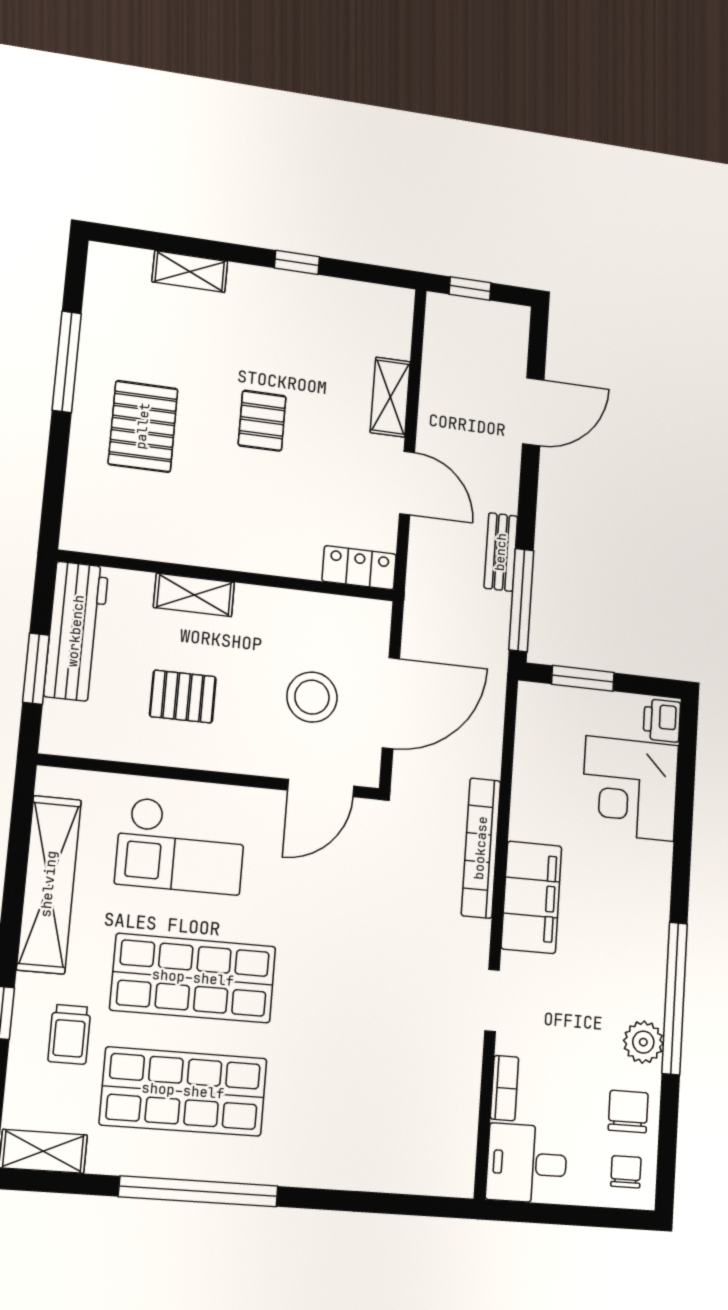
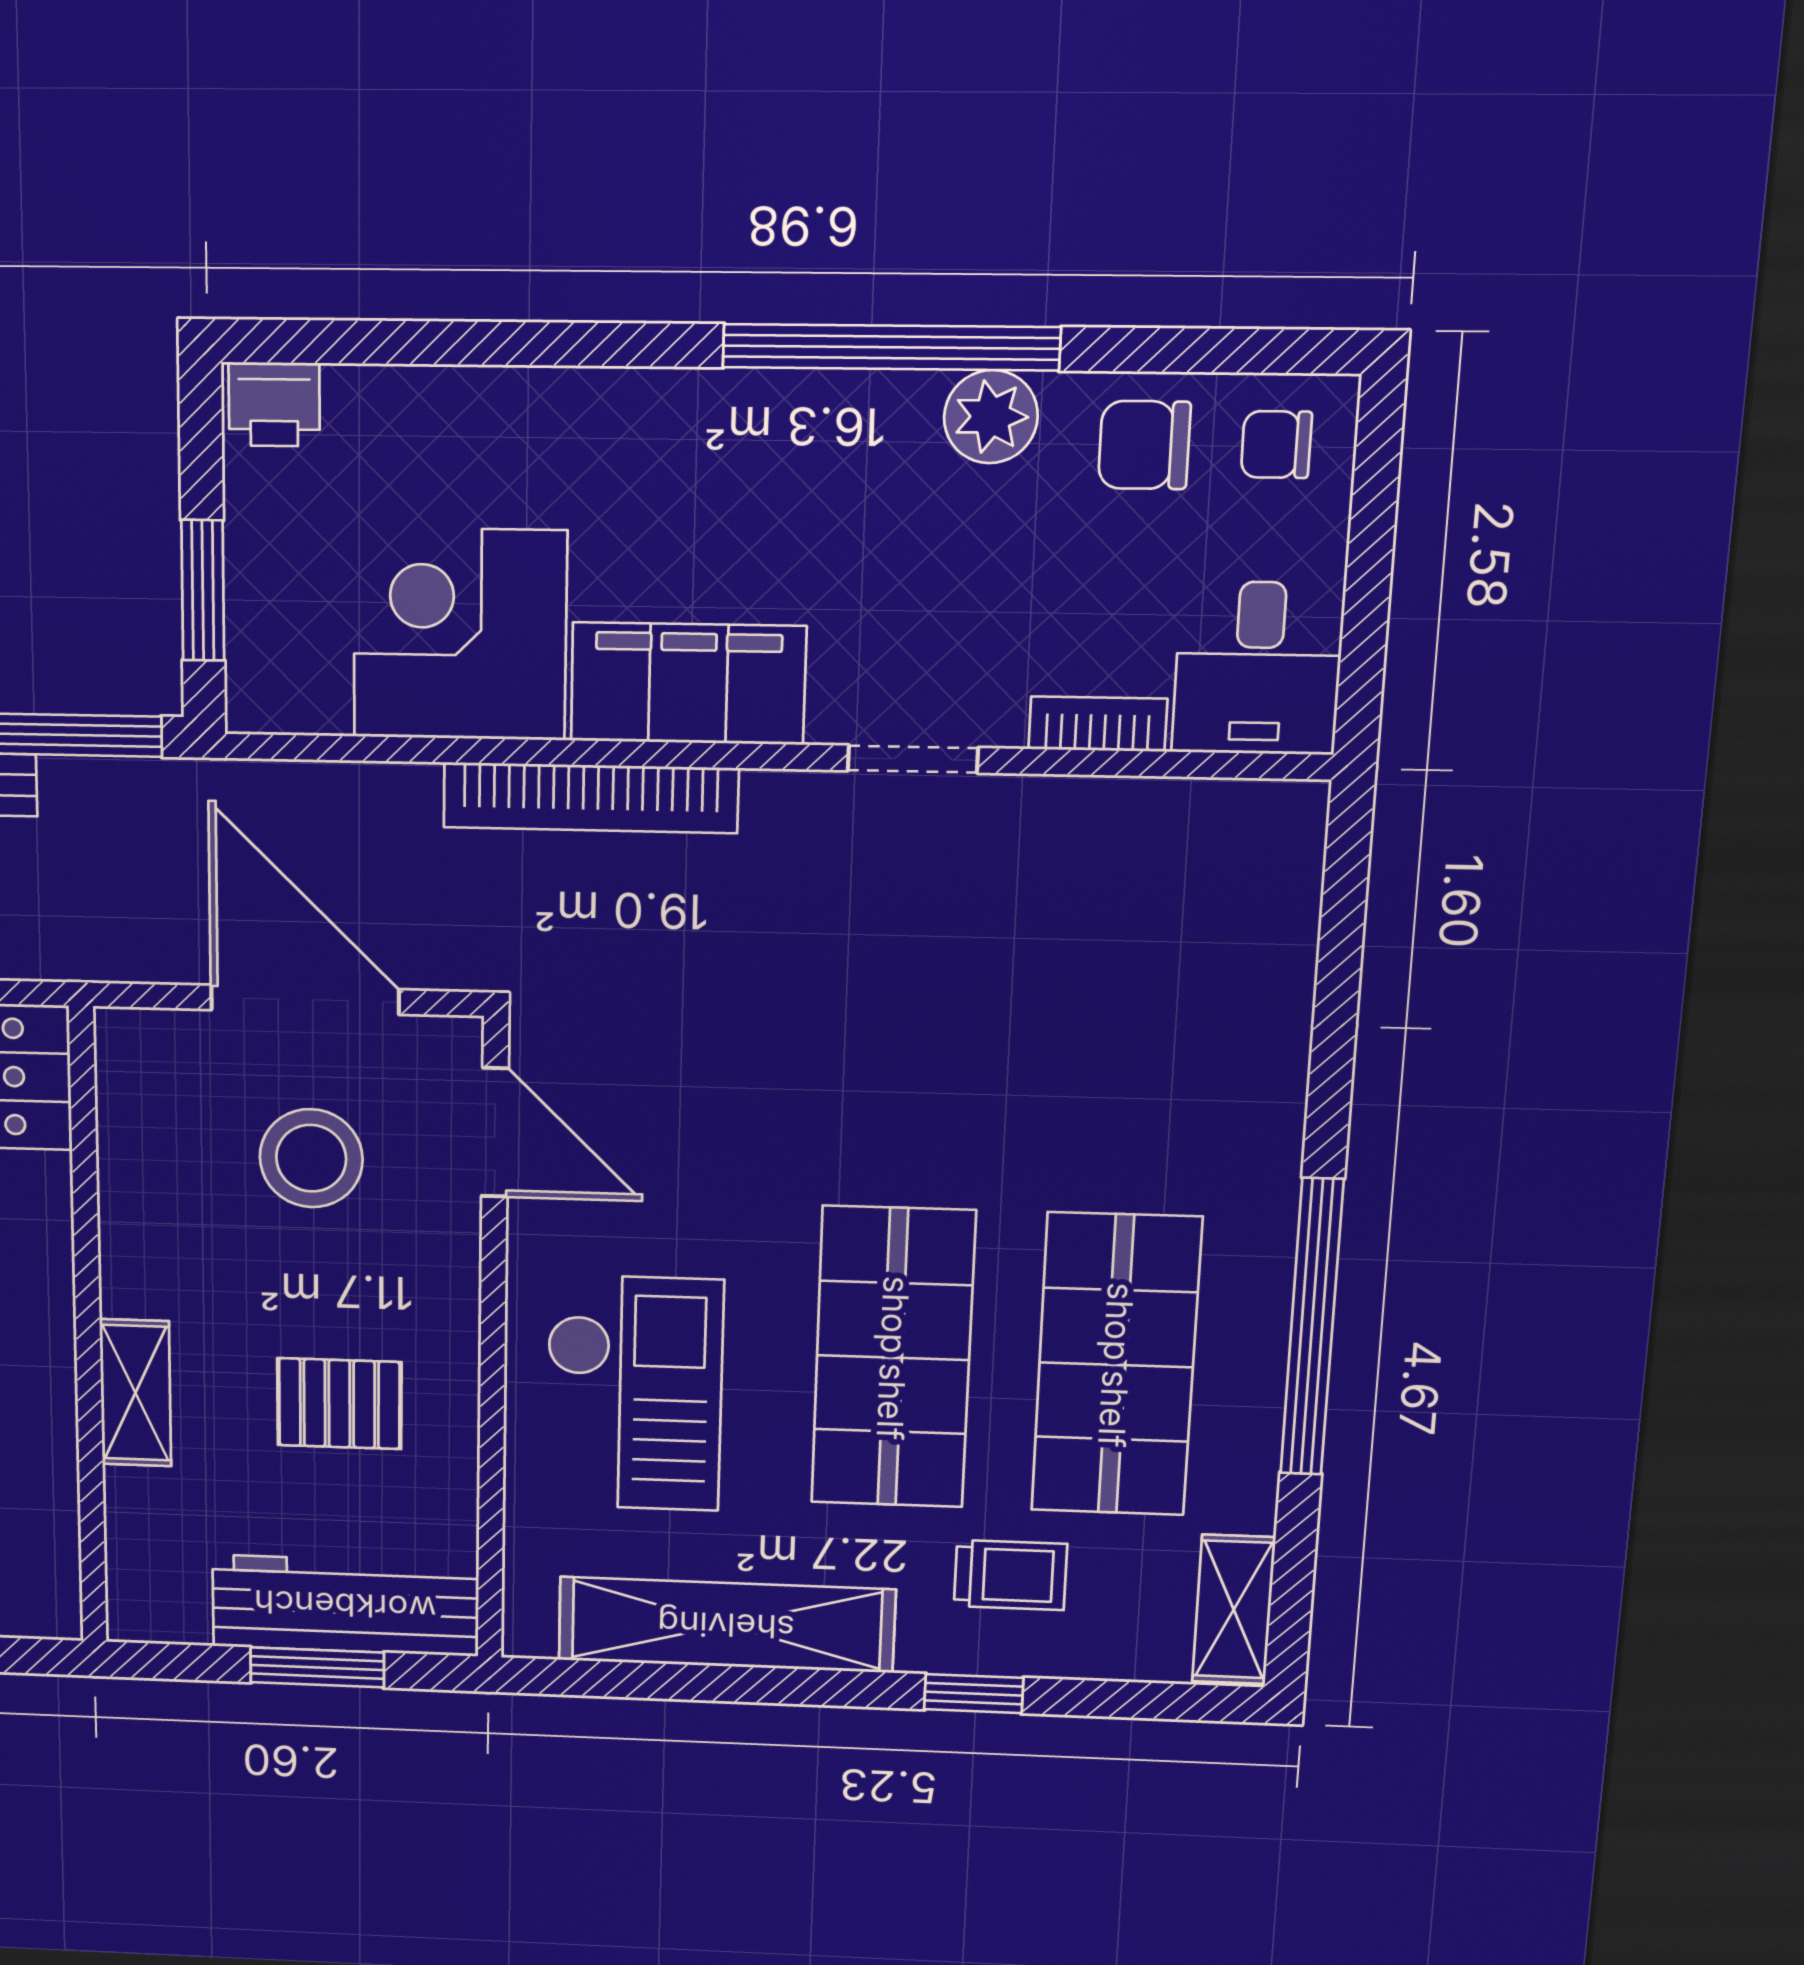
workbench: (76, 631) -> (345, 1605), moved
pallet: (183, 697) -> (339, 1404), turned 90
corner desk: (630, 789) -> (460, 634), moved, turned 180

